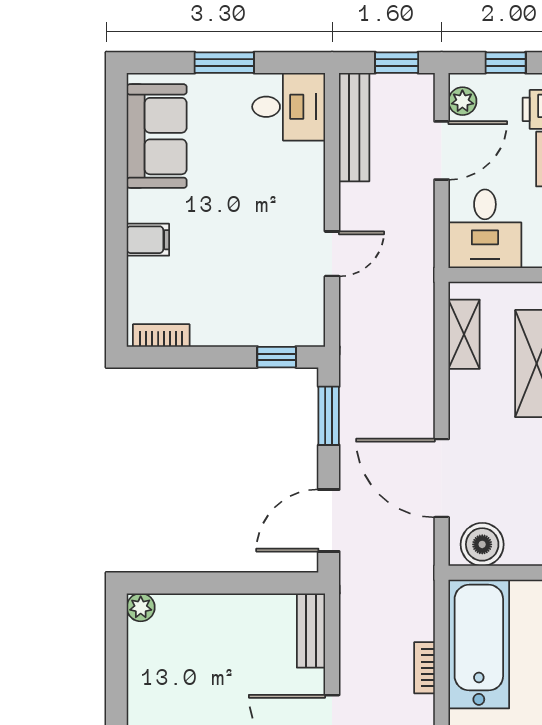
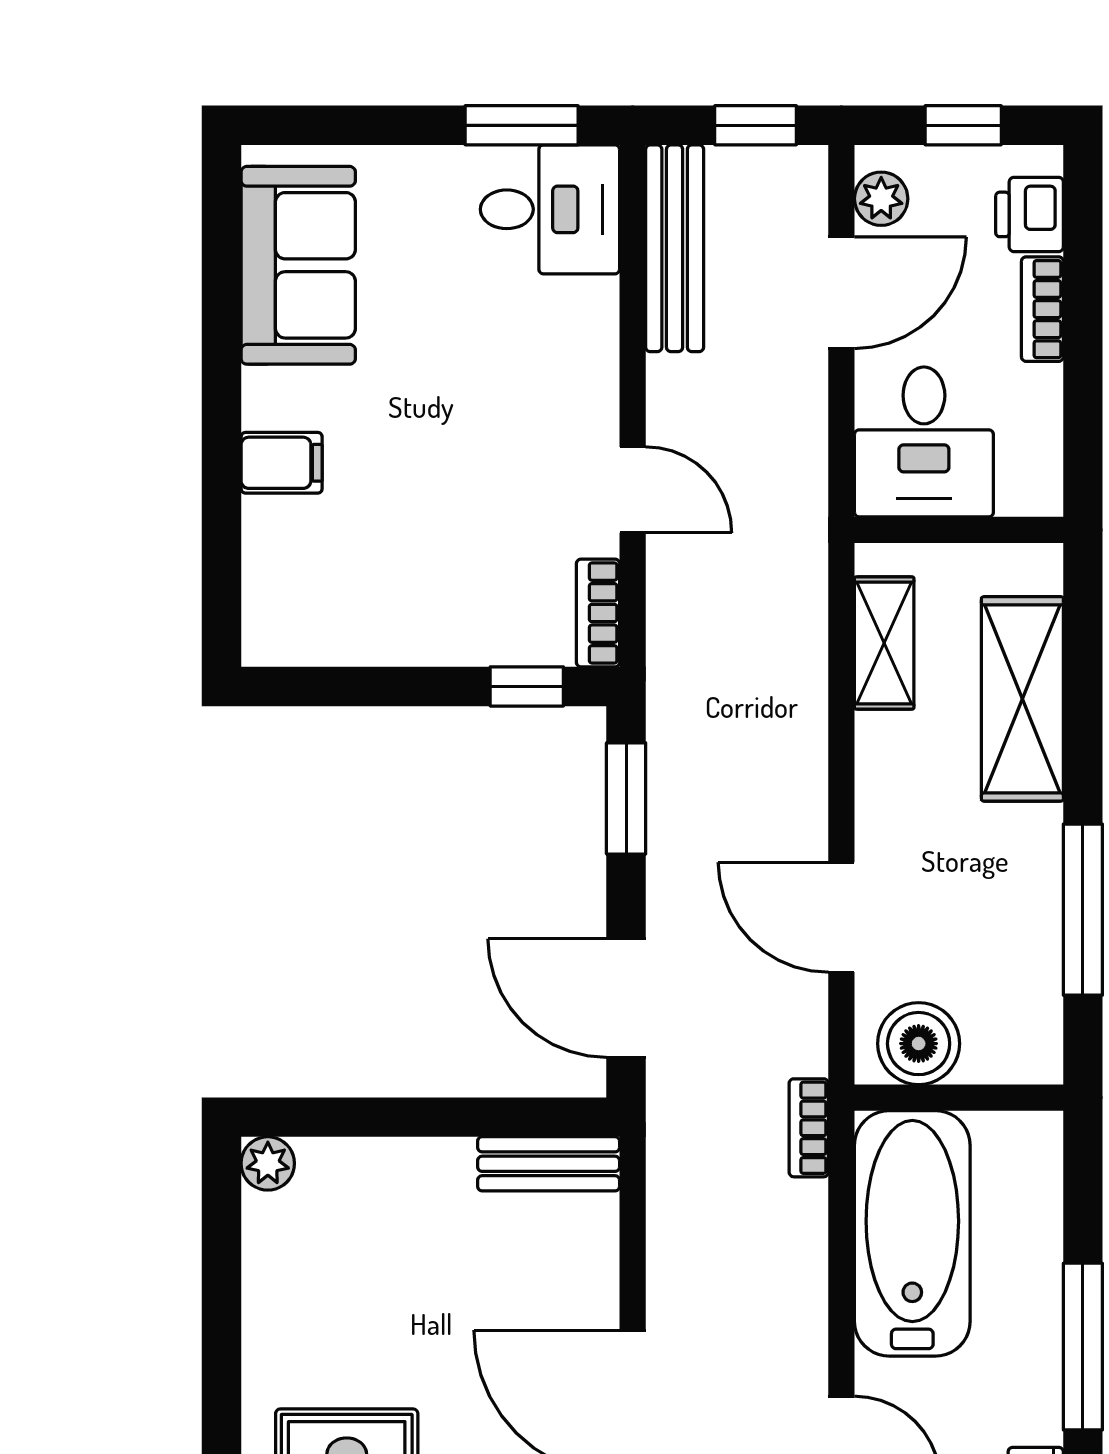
window: (224, 63) -> (522, 125), moved
door: (332, 254) -> (633, 490), hinge flipped
bookcase: (161, 335) -> (598, 613), moved, turned -90
door: (442, 478) -> (841, 917), width x0.73
door: (329, 521) -> (626, 998), hinge flipped
bench: (311, 631) -> (549, 1164), moved, turned 90
bookcase: (425, 668) -> (809, 1128), moved

